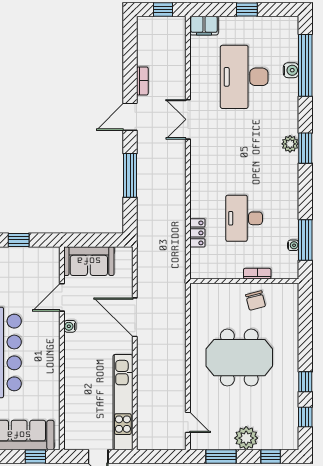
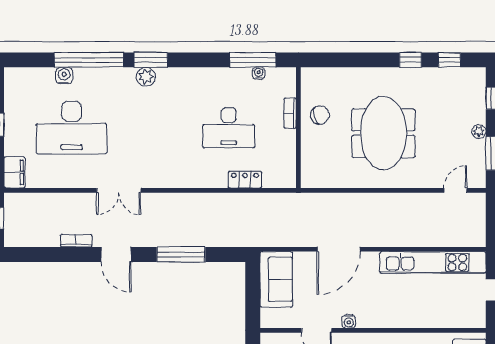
window: (305, 65) -> (89, 60), moved
sofa: (89, 261) -> (276, 279), moved
plant: (246, 438) -> (479, 132), width x0.53, depth x0.53

